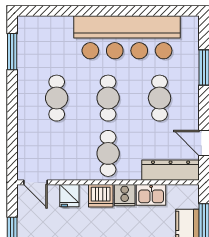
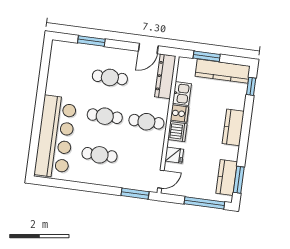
bar counter: (127, 37) -> (55, 137), moved
window: (12, 52) -> (135, 194), moved

